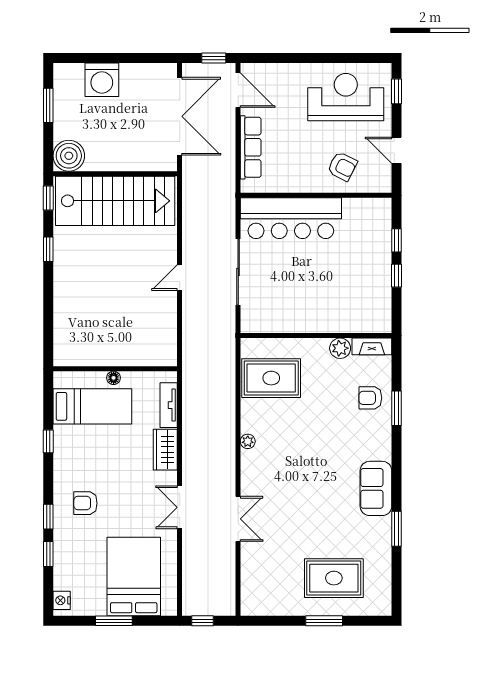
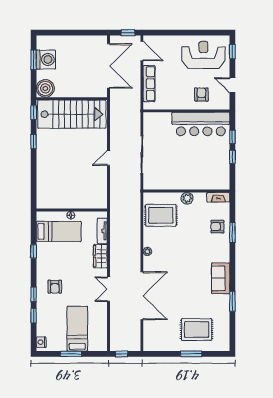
washing machine: (102, 80) -> (46, 59), moved, turned -90
armchair: (342, 166) -> (201, 94), turned -117
bar counter: (291, 218) -> (201, 124), moved
plant: (340, 348) -> (187, 198), moved
armchair: (85, 503) -> (55, 287), turned -90
double door: (238, 519) -> (142, 296), width x1.87
bed: (134, 576) -> (77, 329), width x0.67

